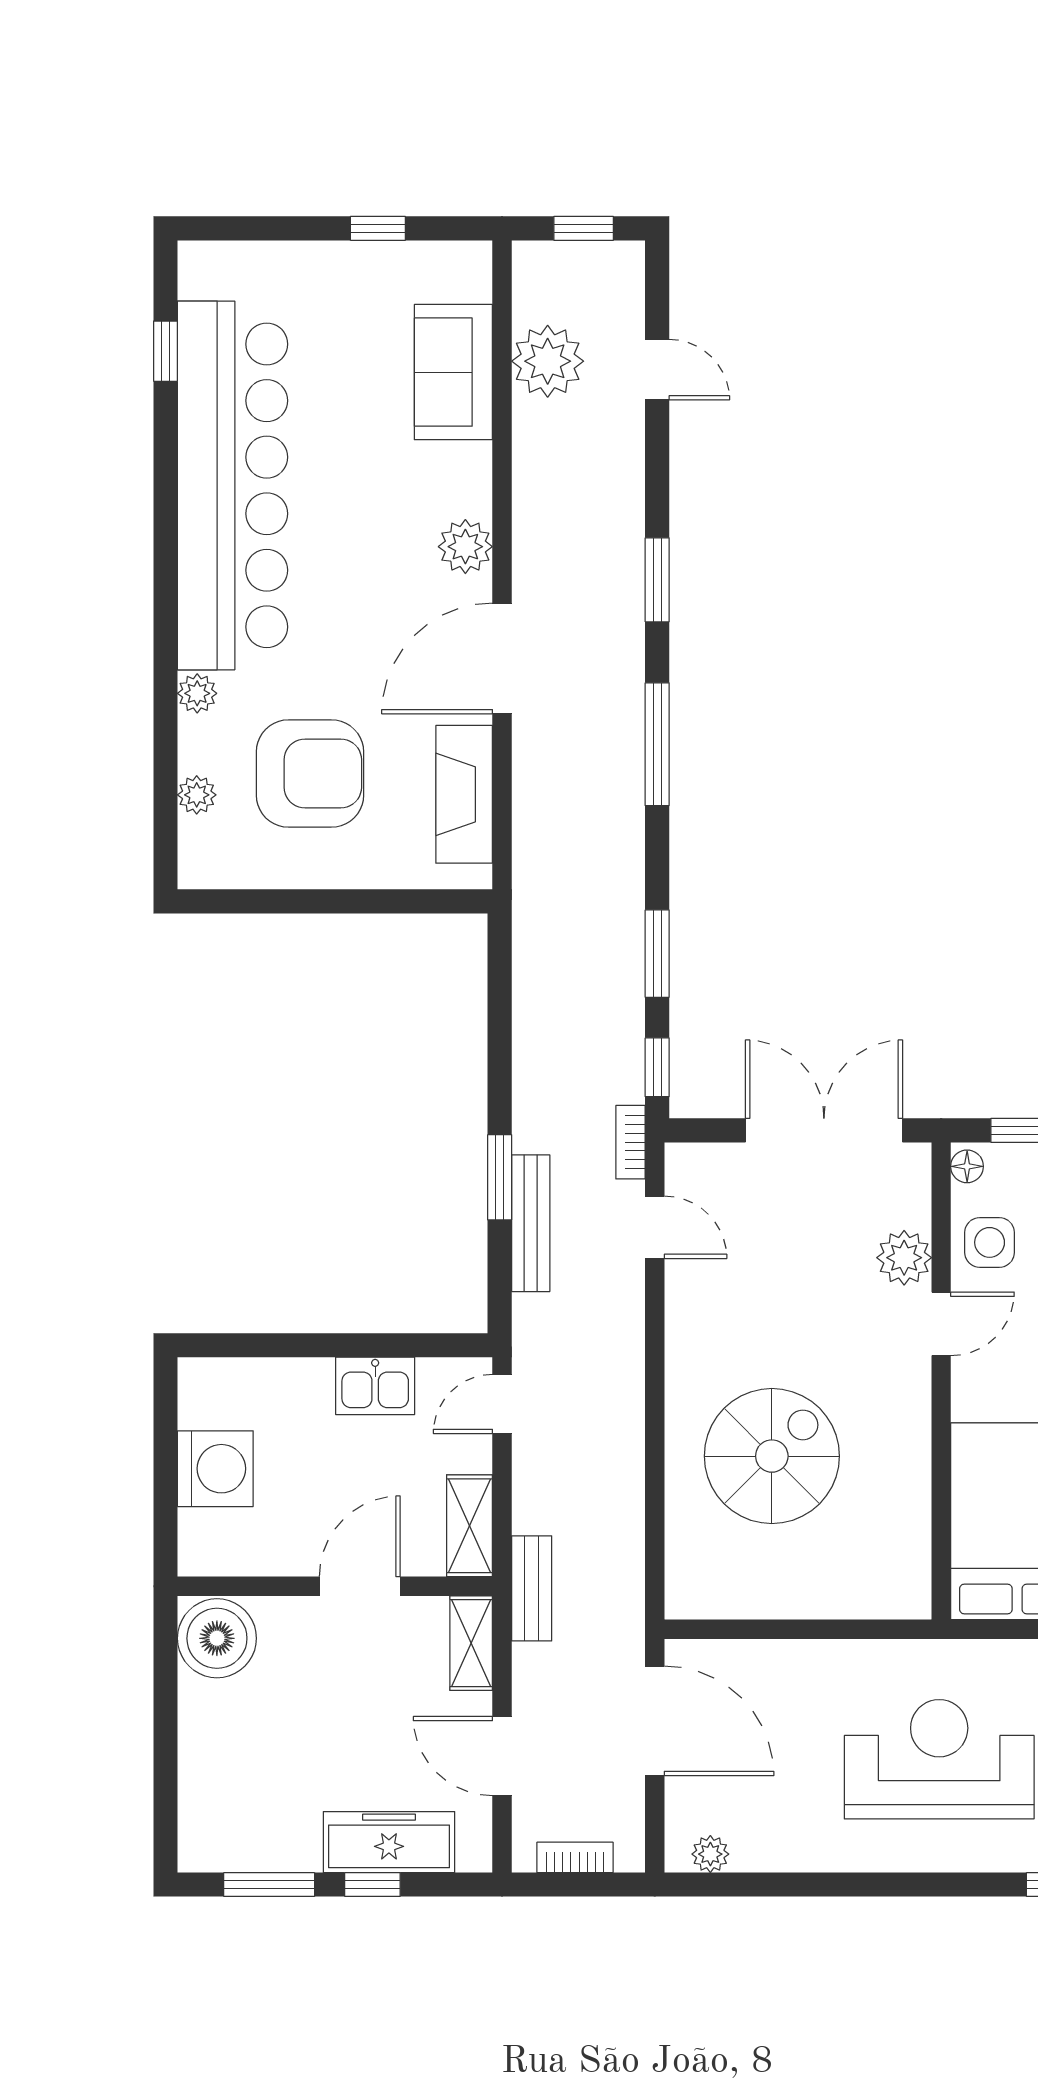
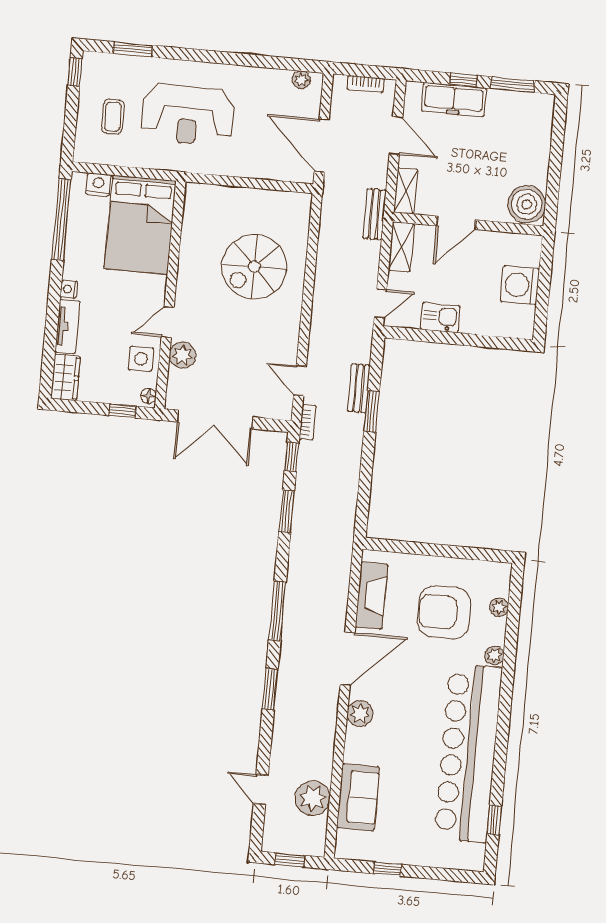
bench: (531, 1223) -> (359, 388), width x0.73

